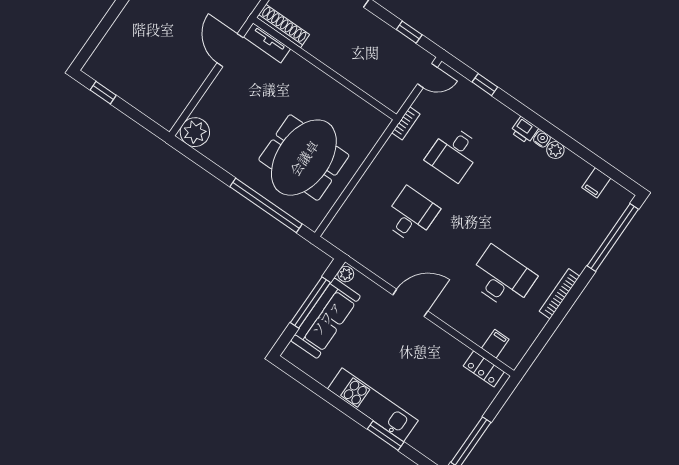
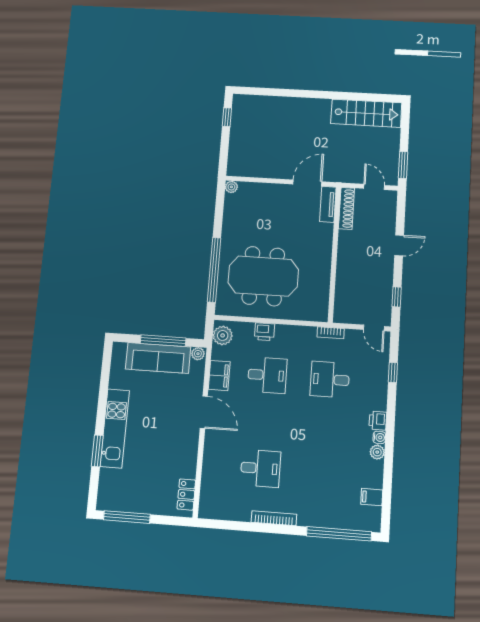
plant: (195, 132) -> (231, 187), width x0.53, depth x0.53
printer: (364, 191) -> (264, 332), added
plant: (342, 237) -> (223, 335), added
desk: (502, 278) -> (260, 468), width x0.73
filing cabinet: (495, 344) -> (219, 376), moved, width x2.00

